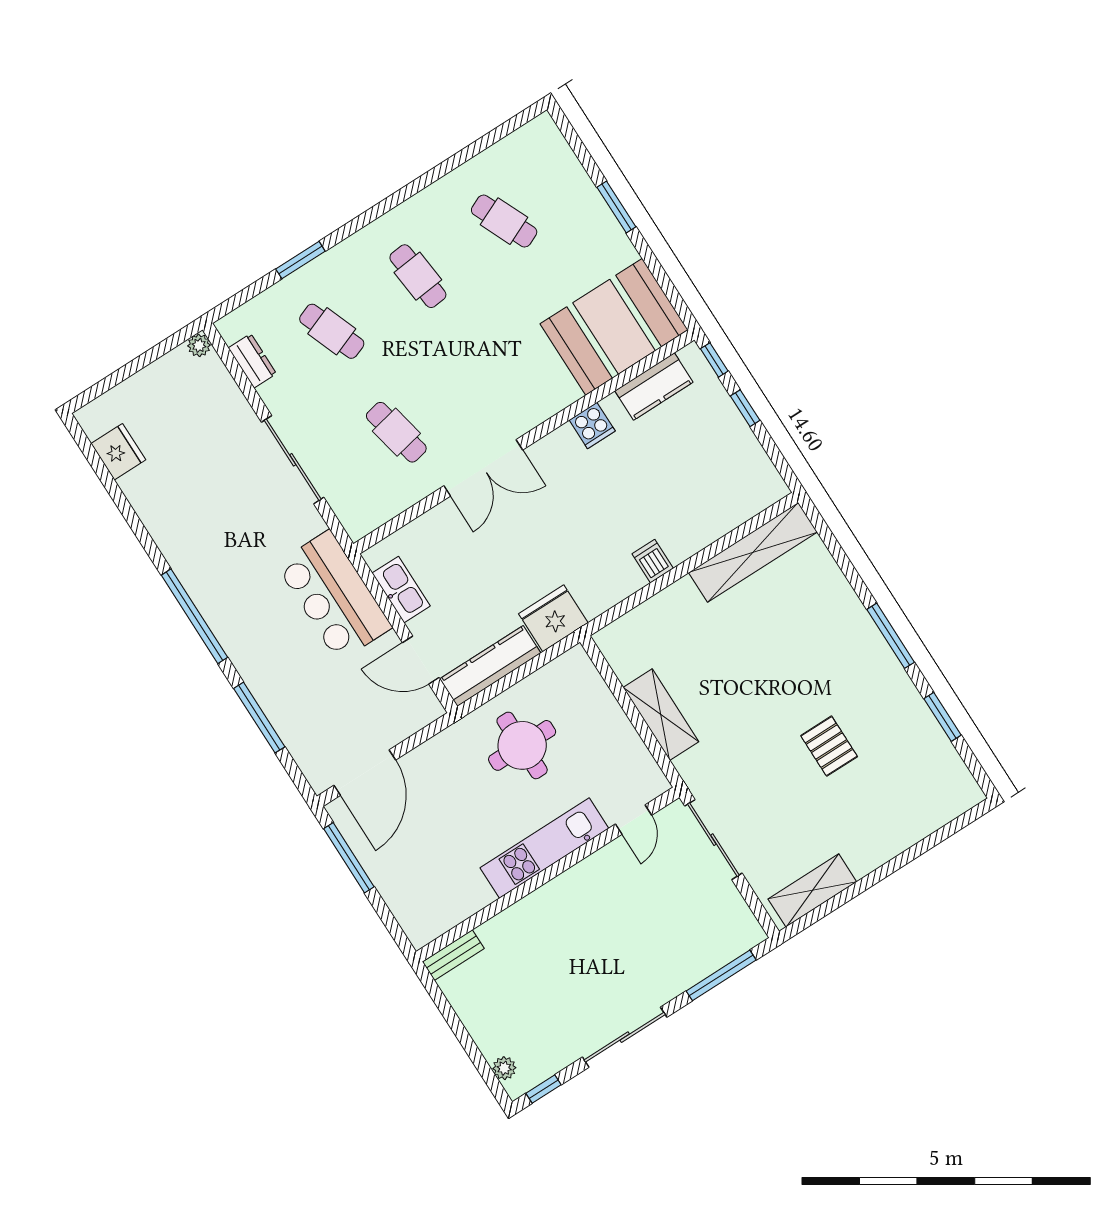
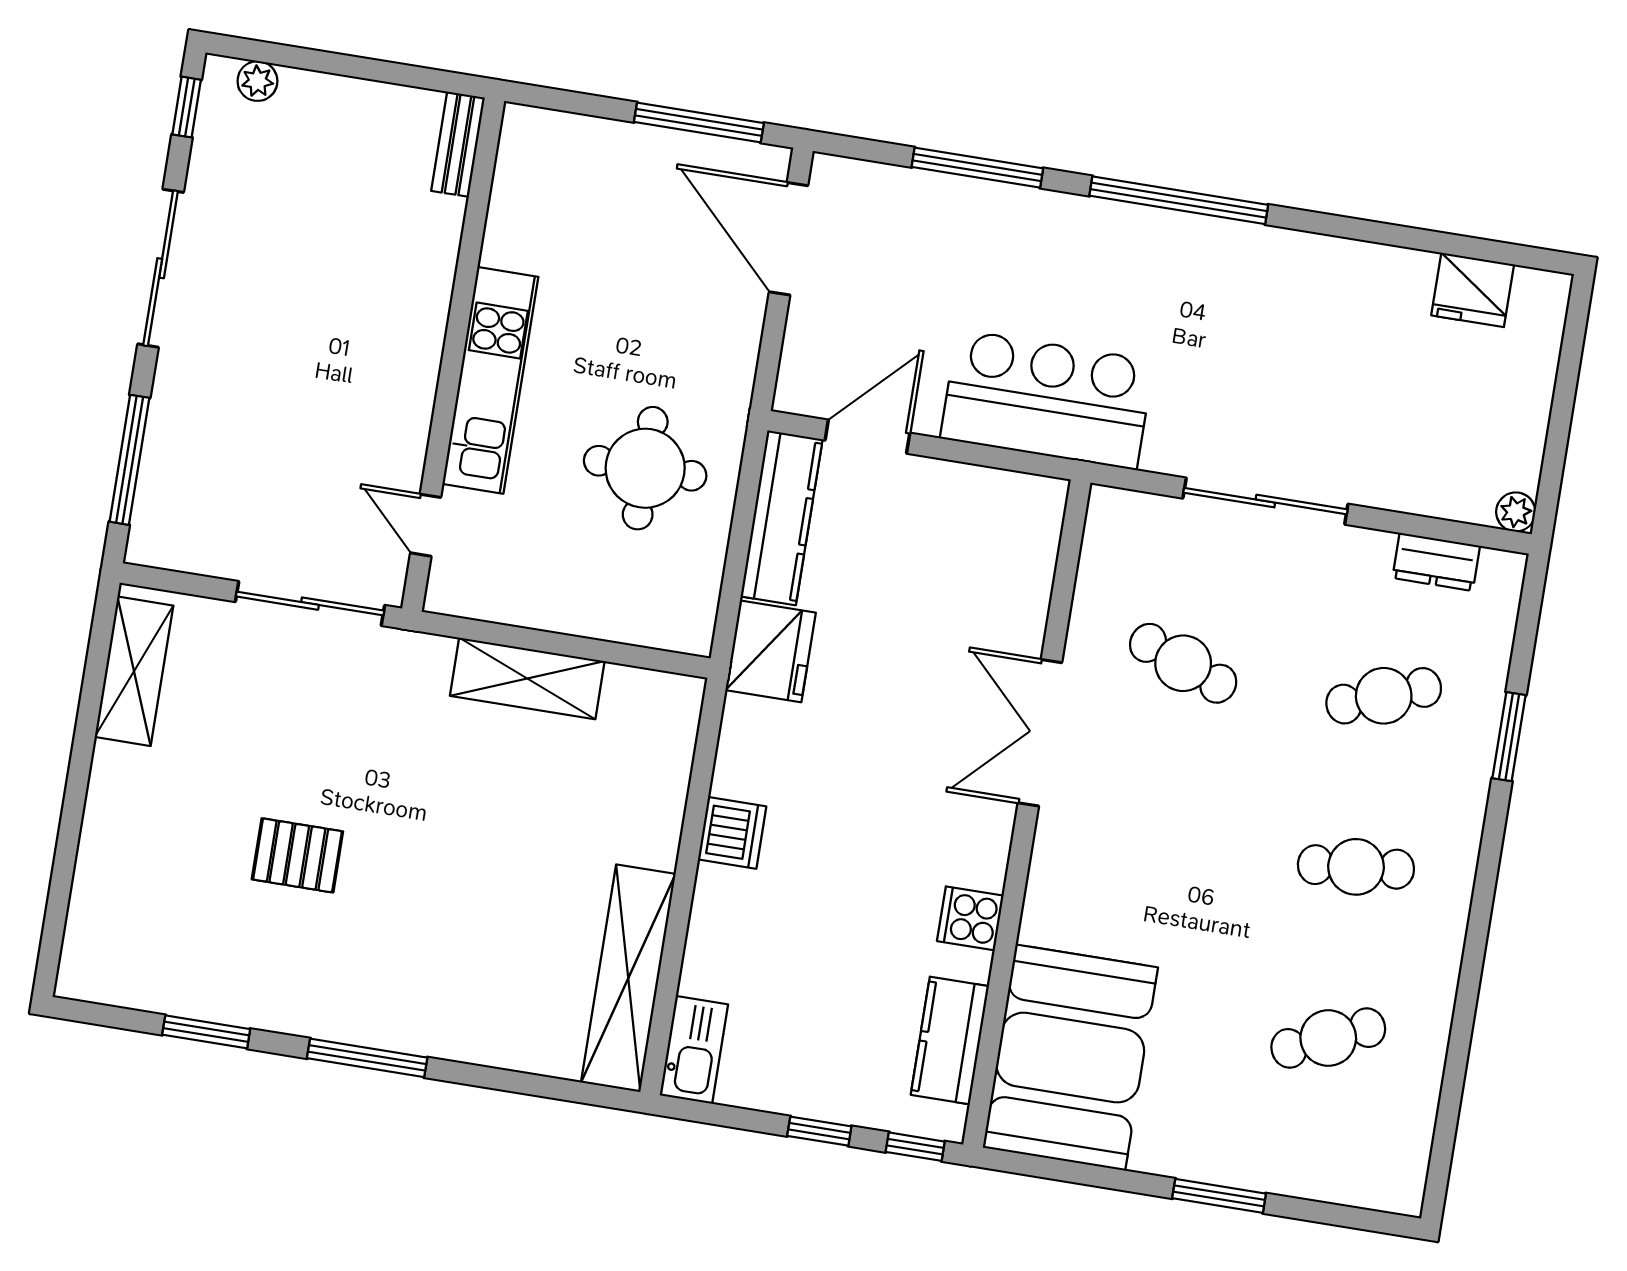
cafe table: (396, 432) -> (1183, 663), turned 33
dishwasher: (653, 561) -> (732, 833), width x1.38
kitchen sink: (401, 590) -> (694, 1050), moved, turned -90

